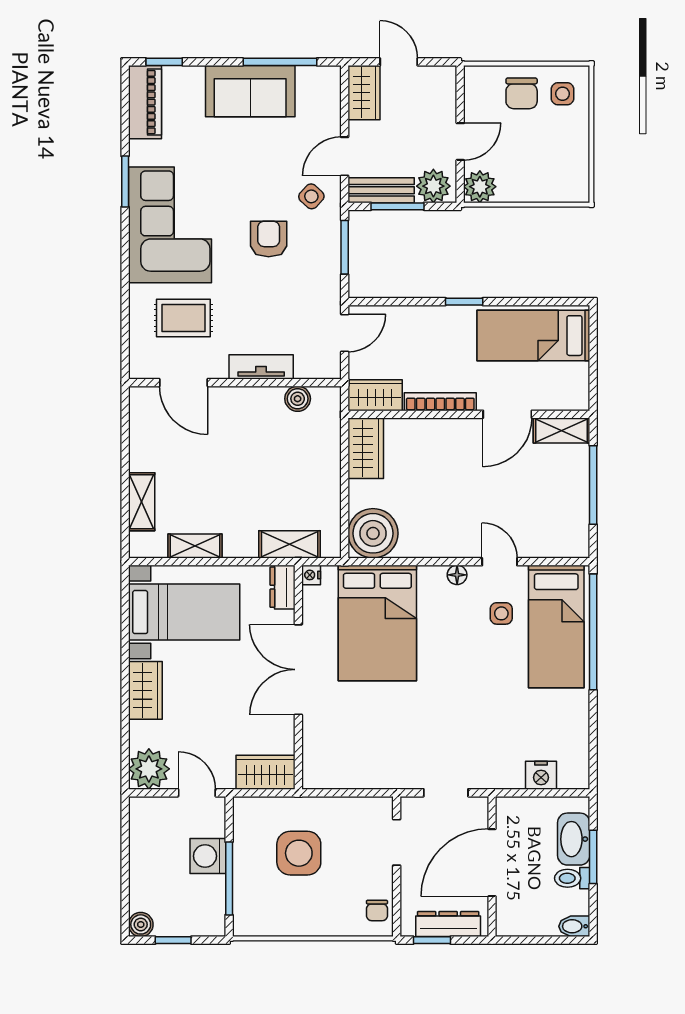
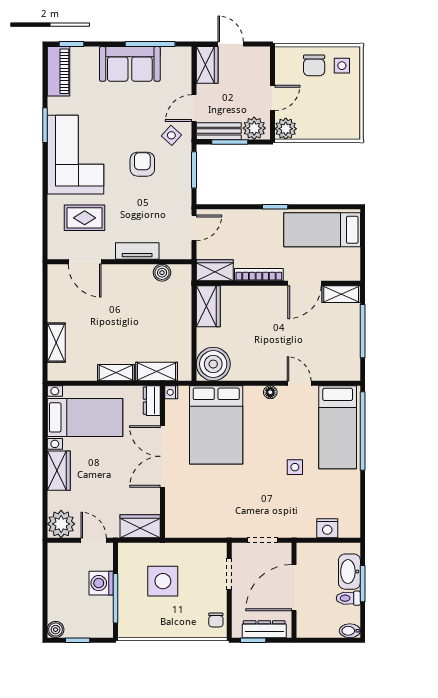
shelving: (195, 546) -> (116, 373), moved
side table: (501, 613) -> (295, 467), moved

